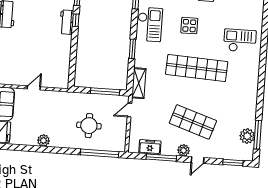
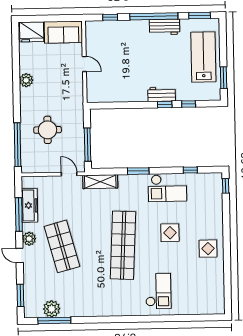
shop shelf: (193, 122) -> (62, 246), turned -33
freezer: (150, 147) -> (30, 205), width x1.40

